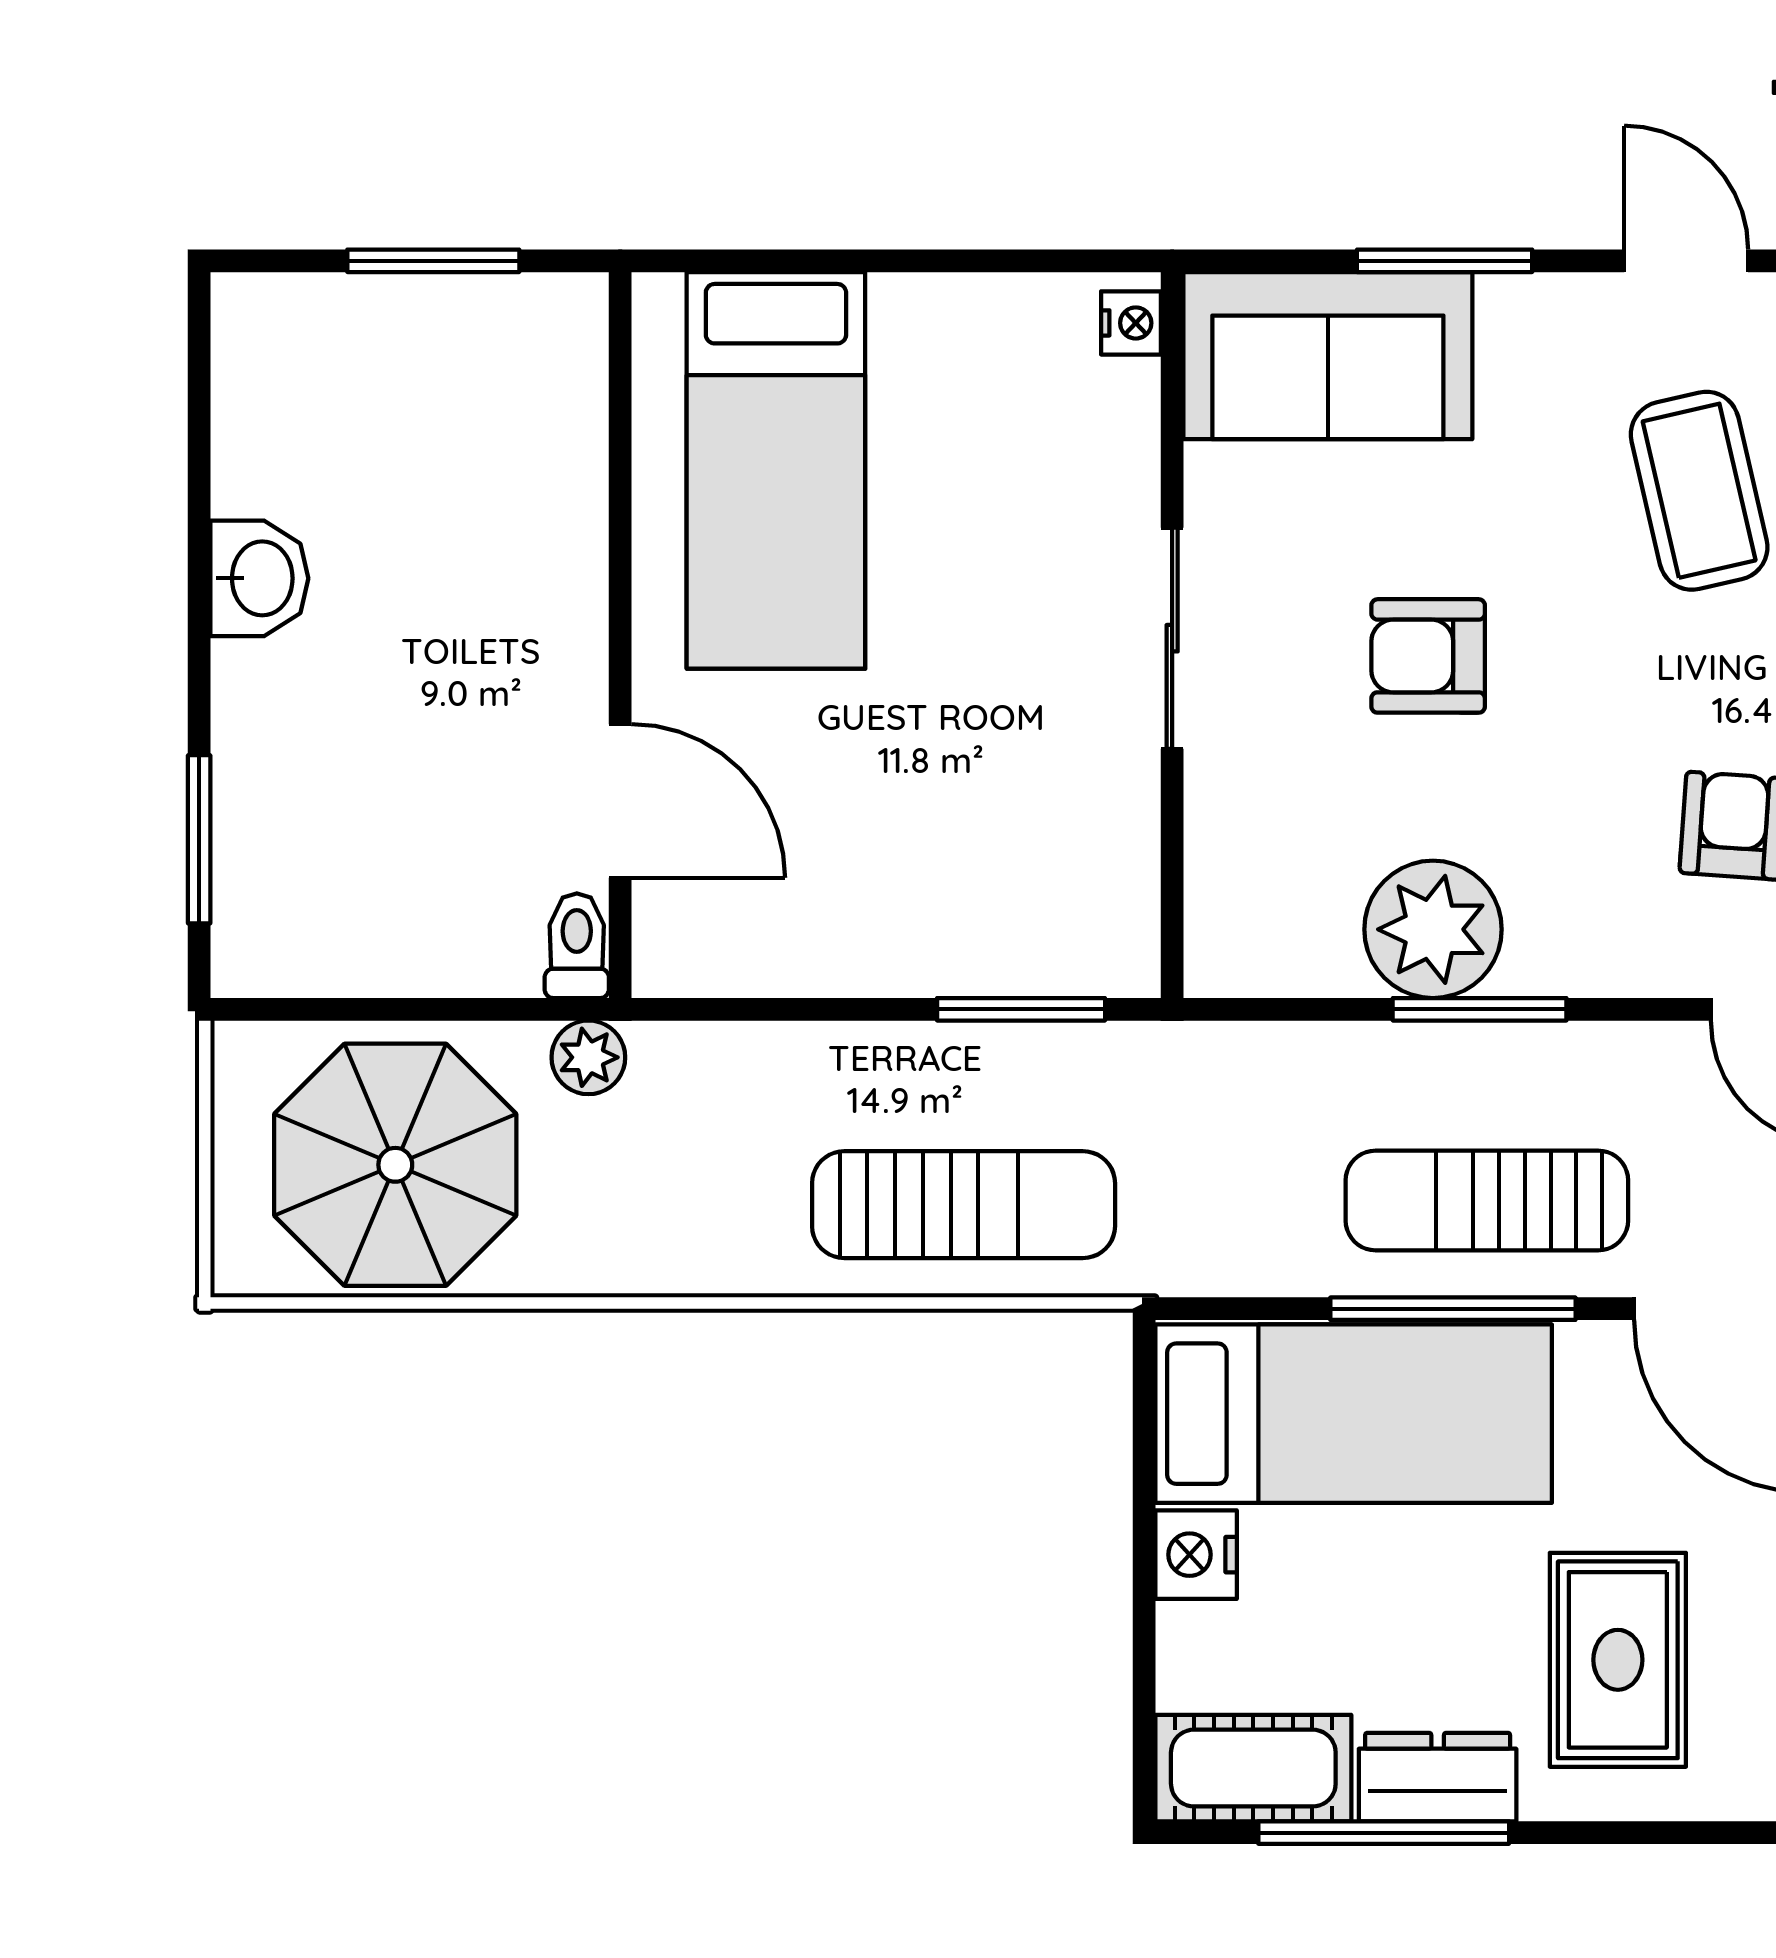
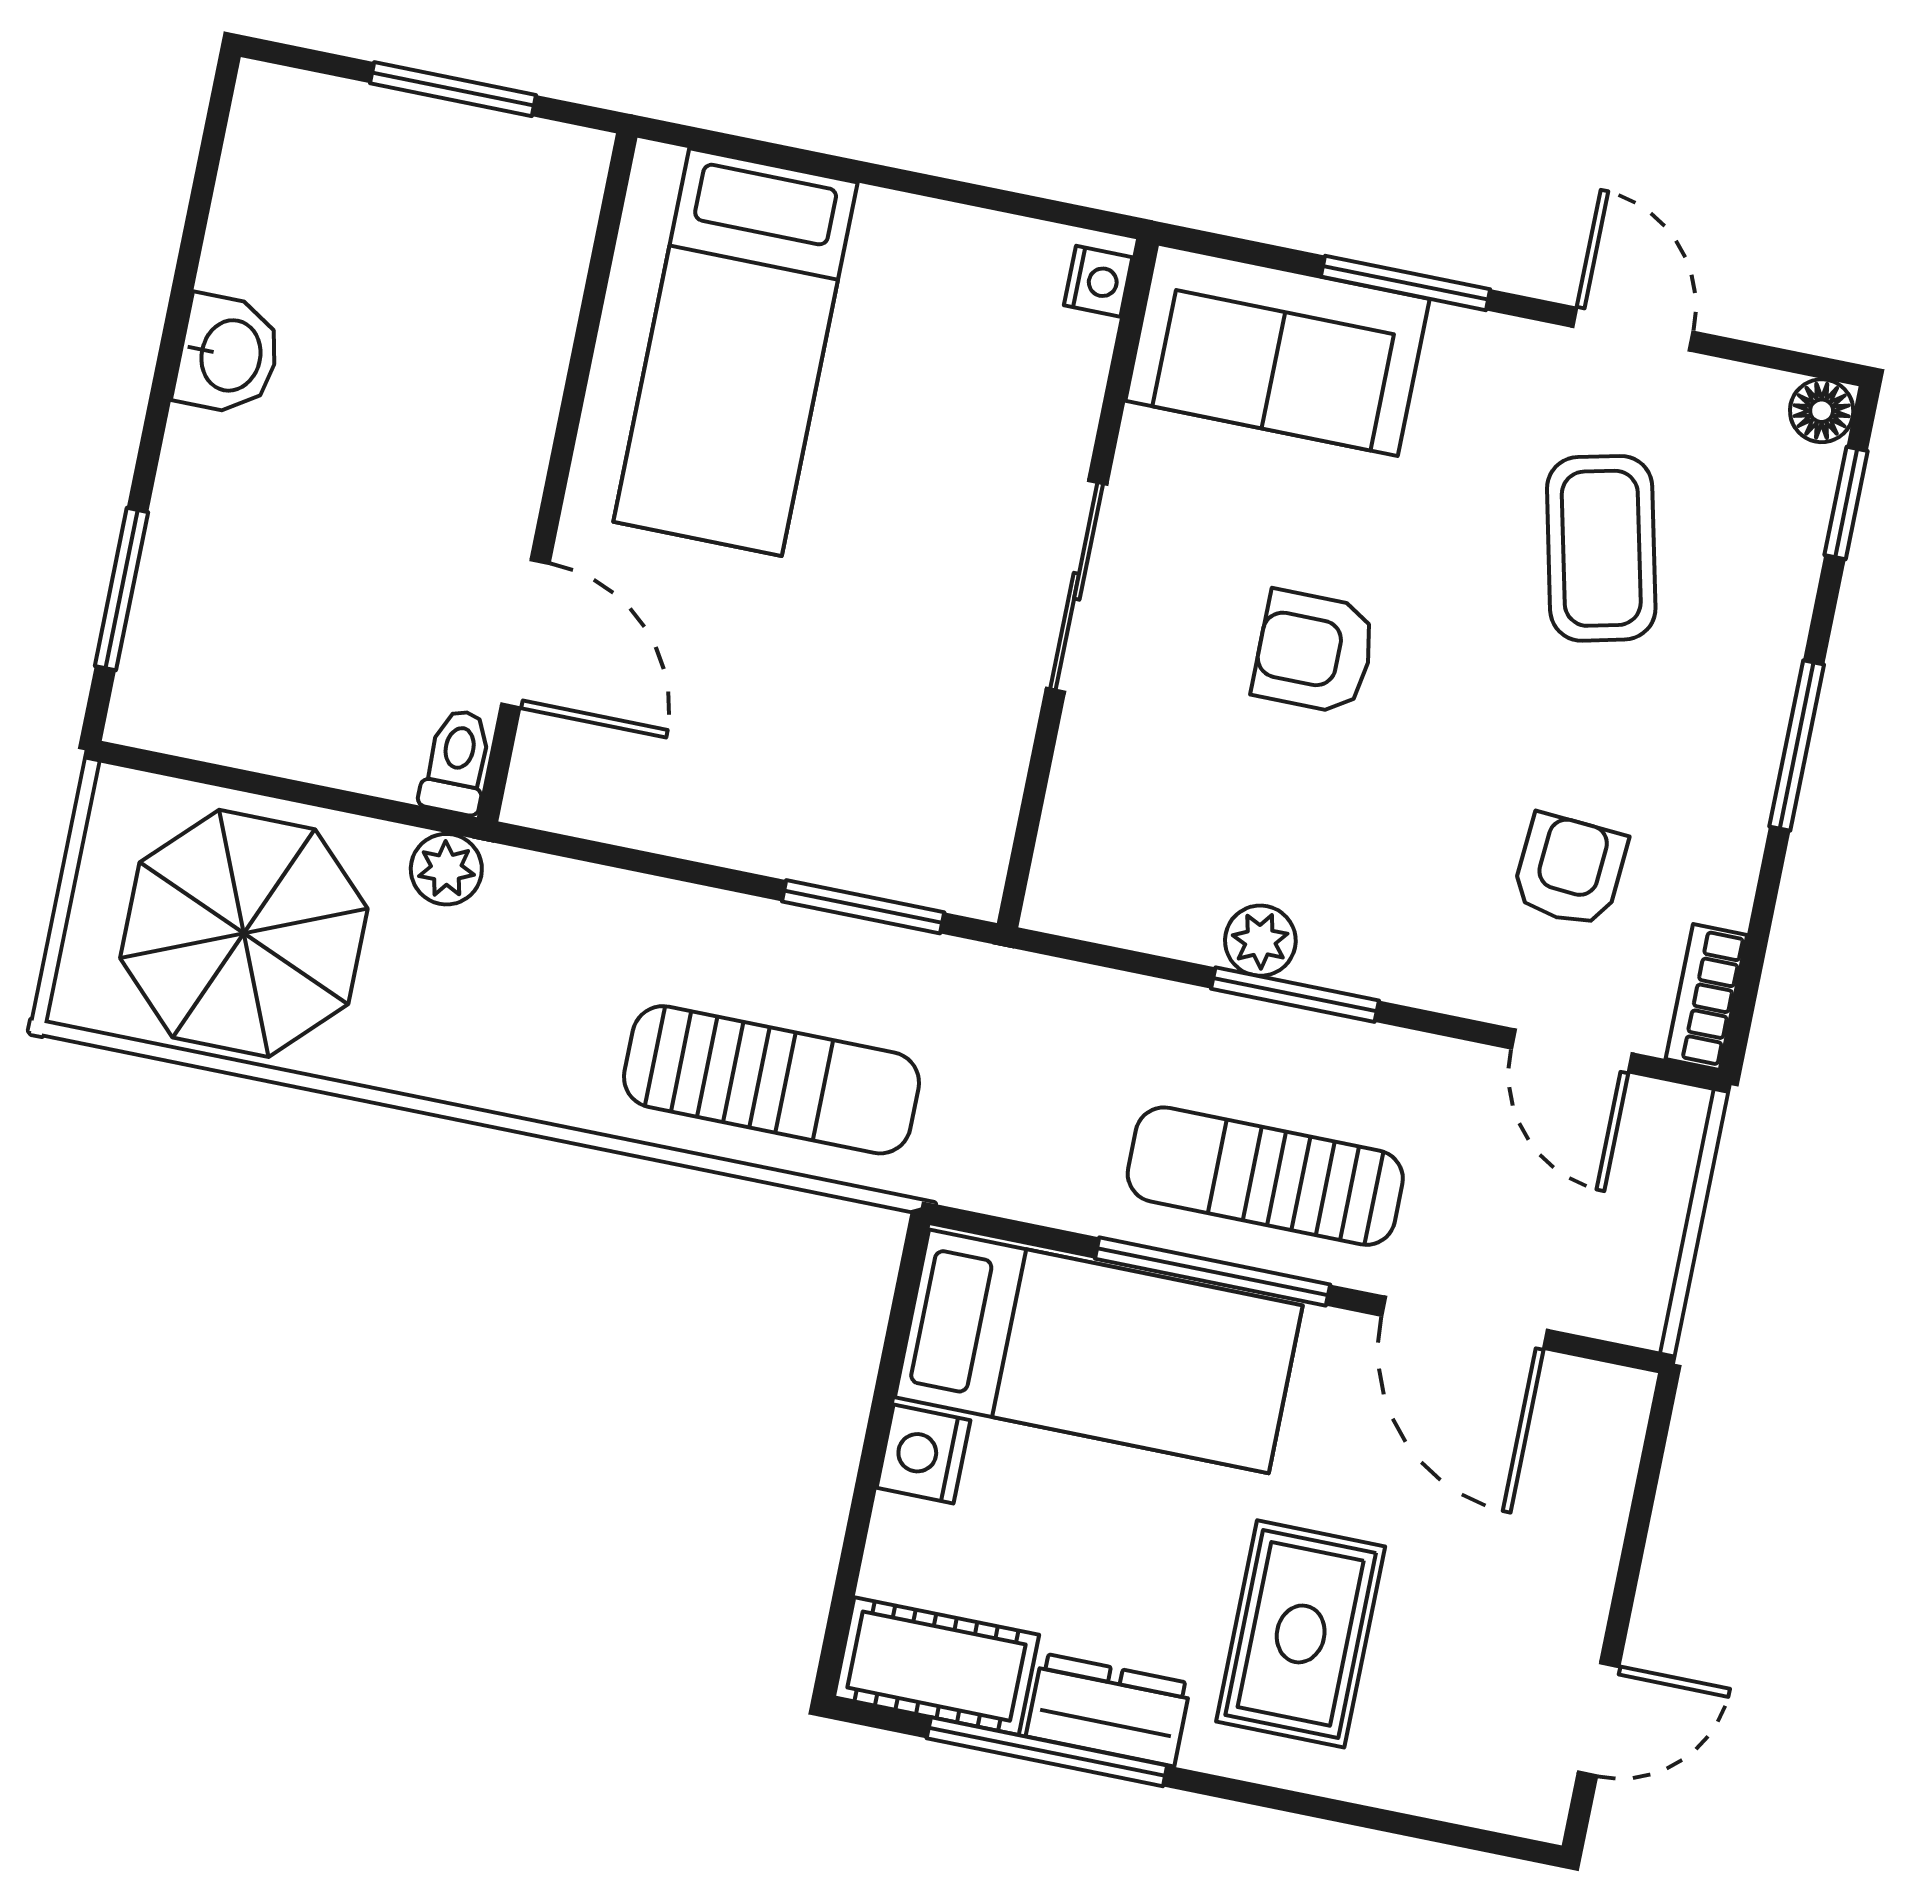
plant: (1433, 929) -> (1260, 941), width x0.53, depth x0.53

